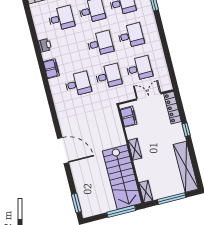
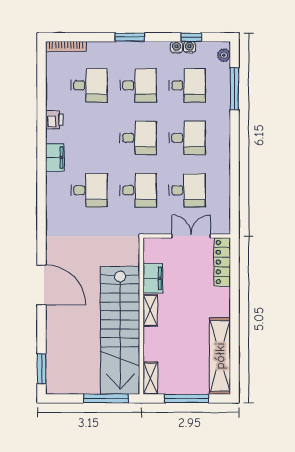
filing cabinet: (128, 117) -> (153, 278), moved
window: (186, 130) -> (235, 300), removed
stairs: (122, 177) -> (120, 330), width x1.36

